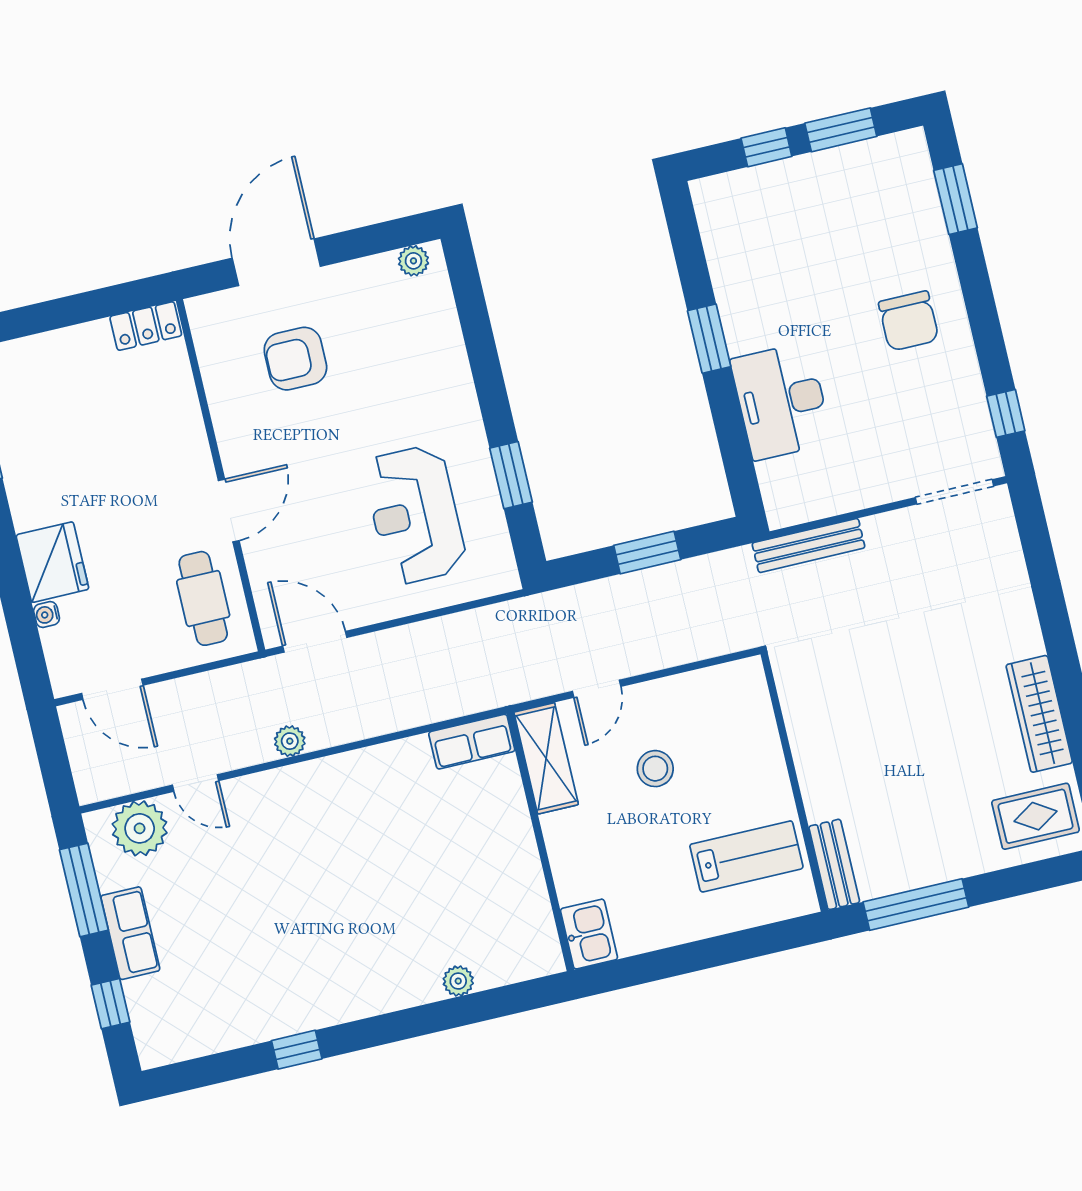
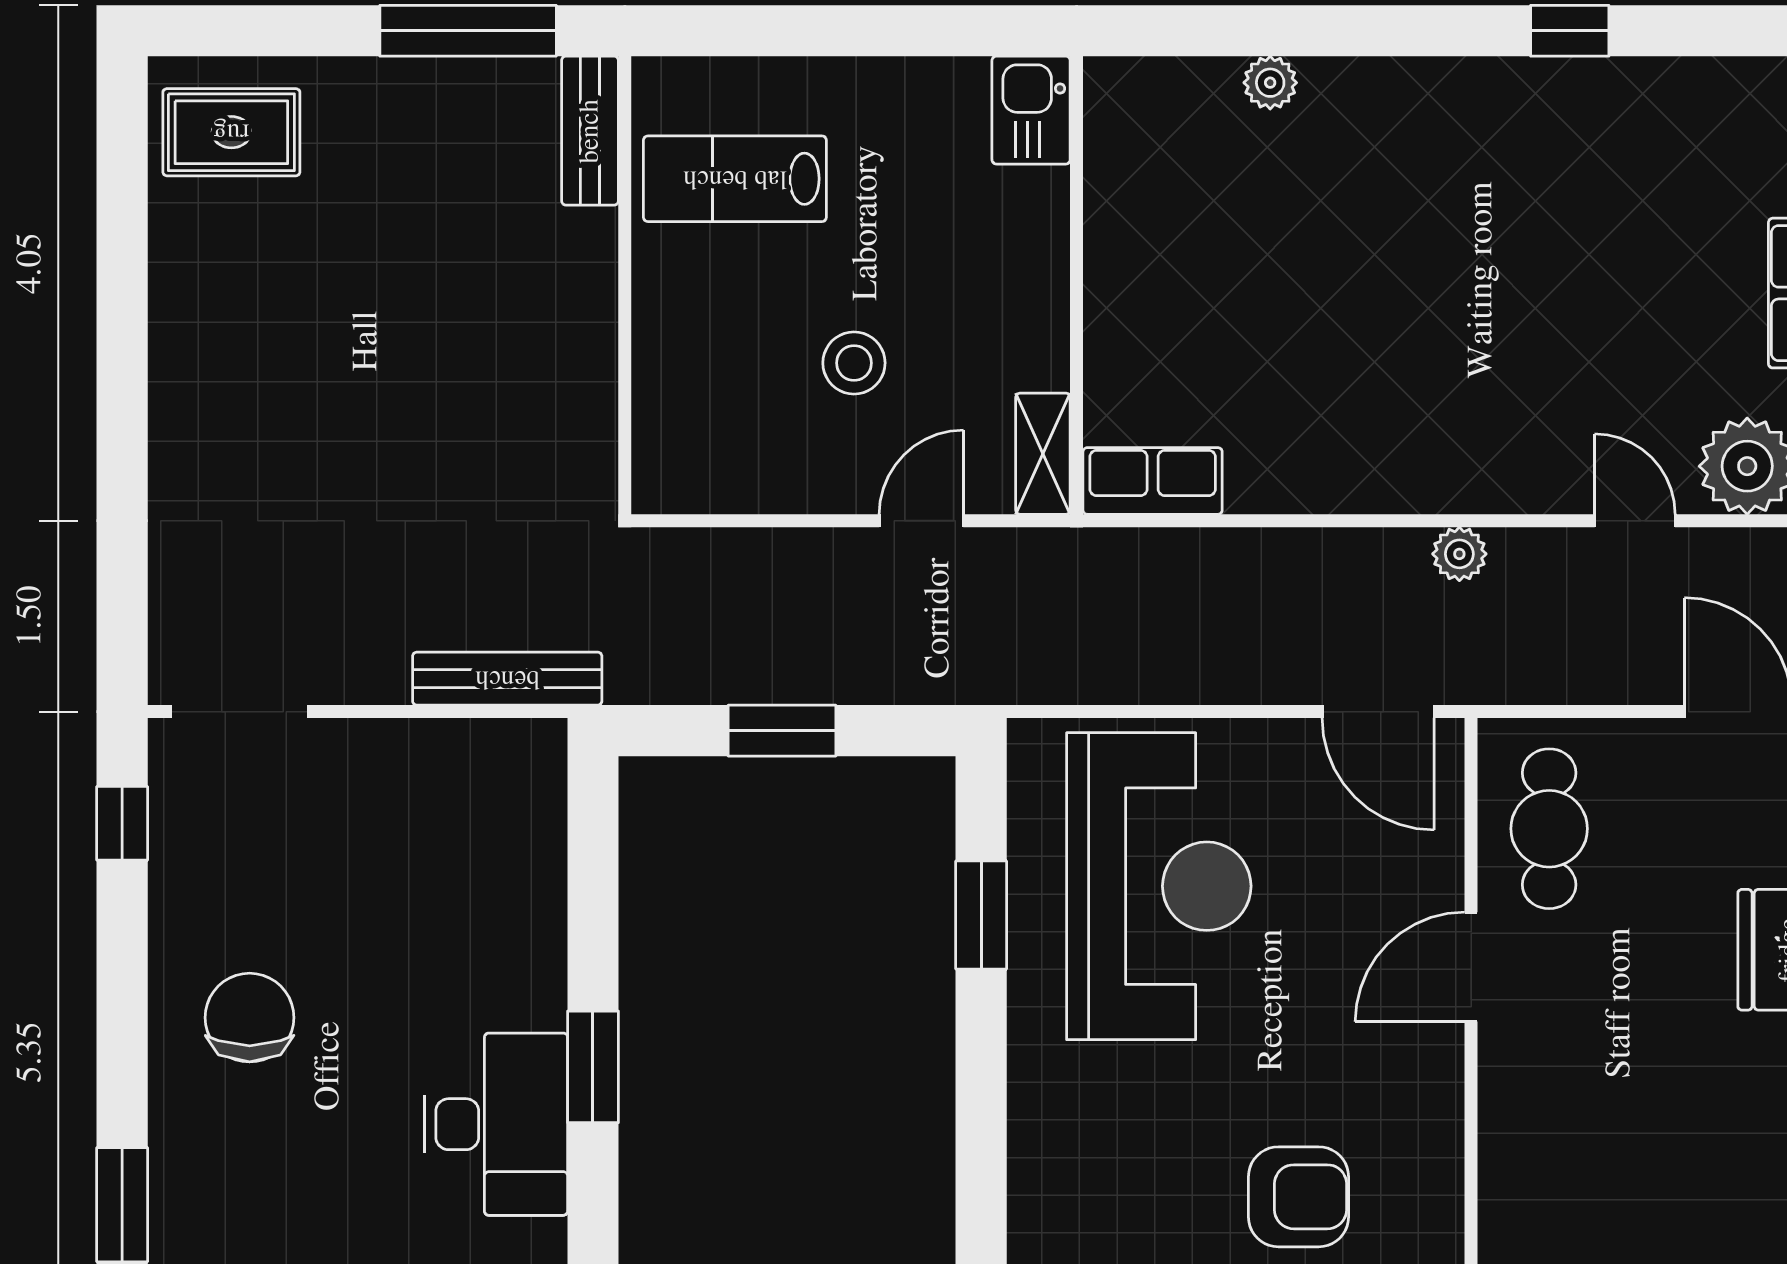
desk: (781, 401) -> (496, 1124), moved
reception desk: (415, 515) -> (1159, 886), width x1.36, depth x1.30
wardrobe: (1039, 714) -> (185, 303), removed
shelving: (546, 758) -> (1043, 454), width x0.67, depth x0.75

